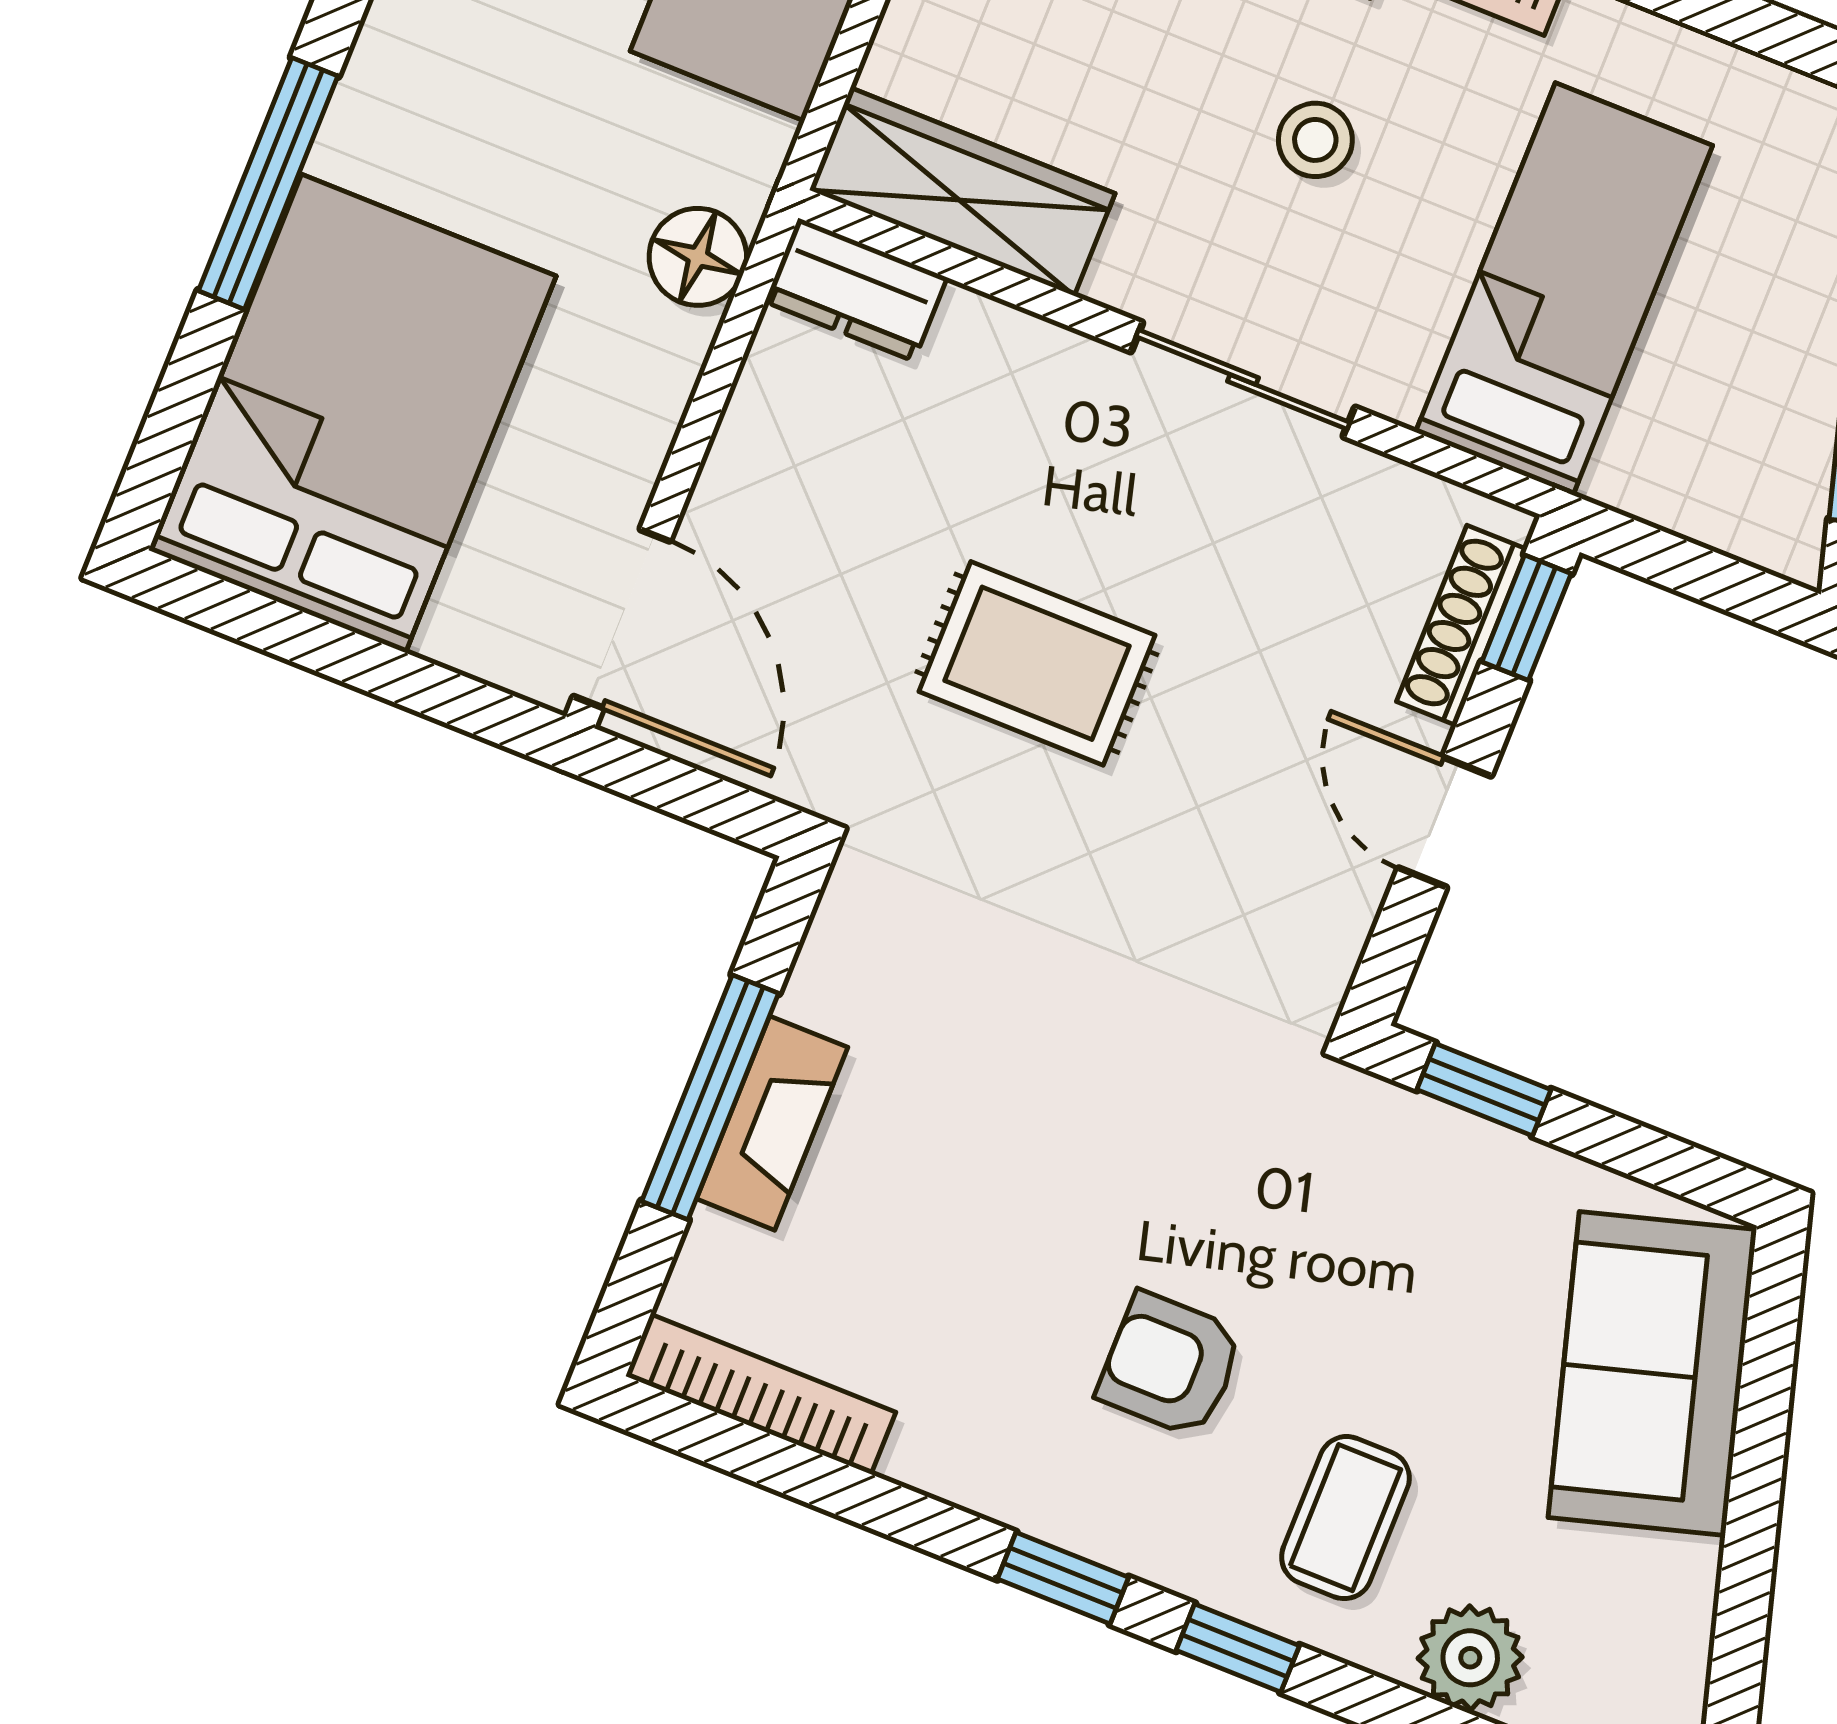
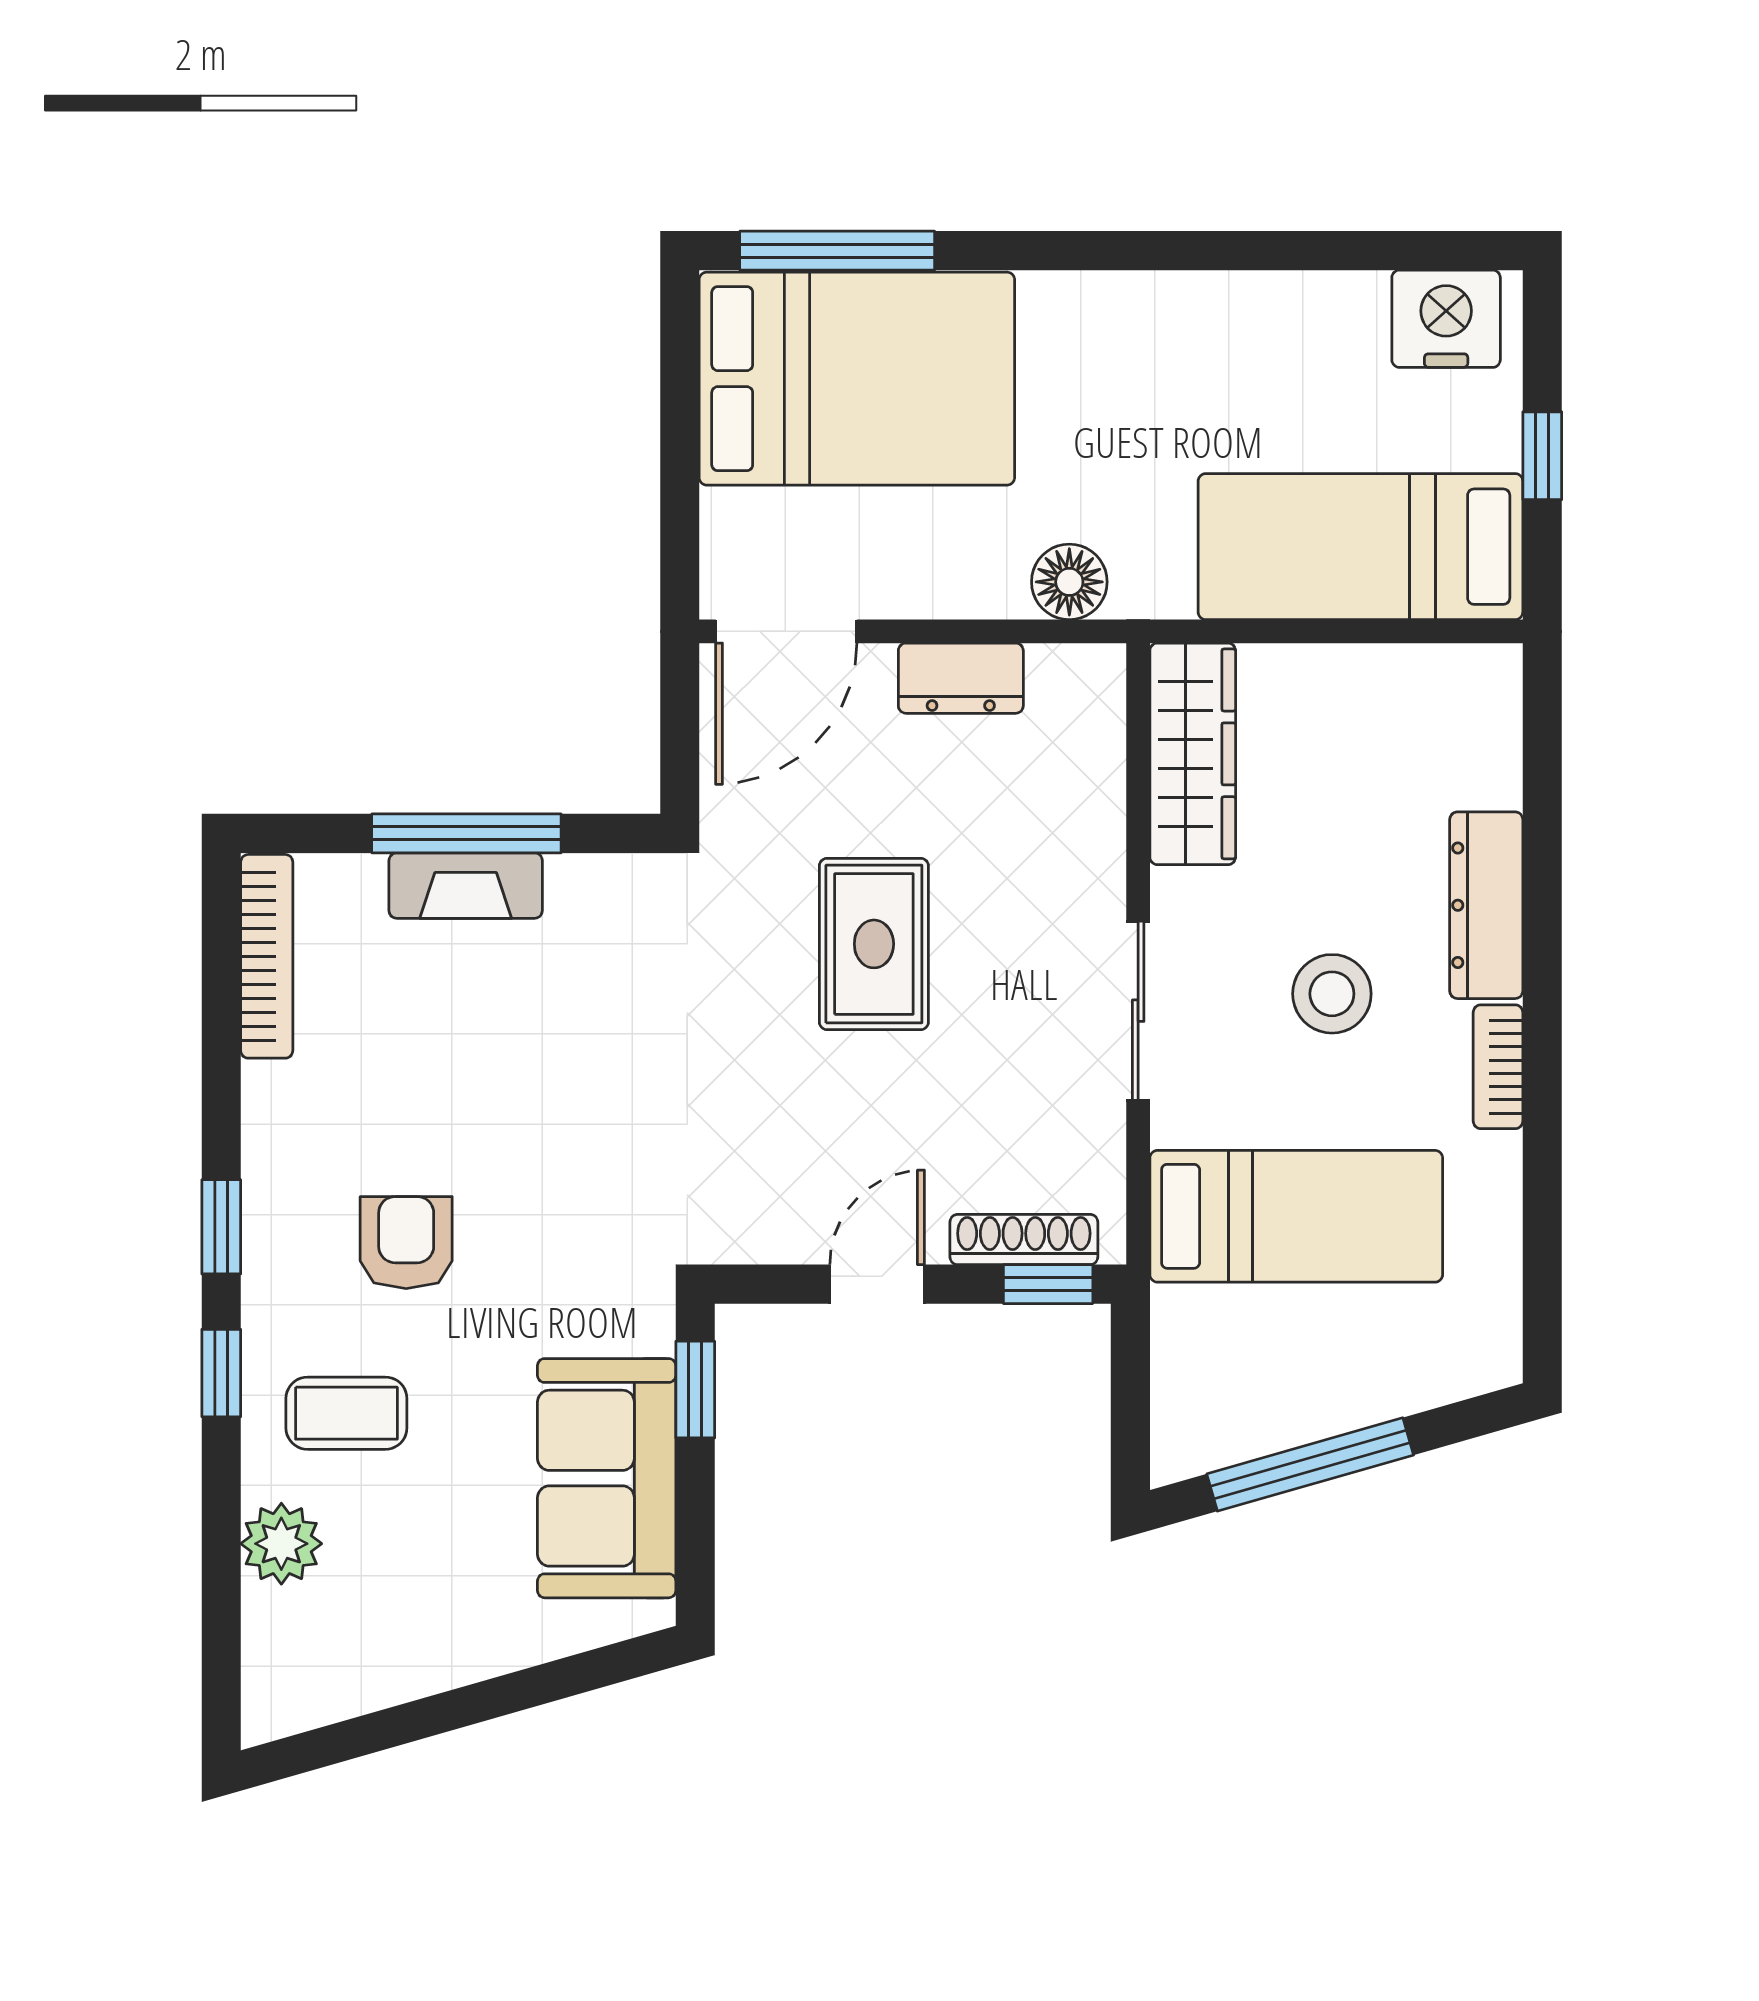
stool: (1315, 140) -> (1332, 994), width x1.37, depth x1.37
window: (268, 183) -> (837, 251), moved
dresser: (856, 290) -> (961, 678), moved, turned -90
sofa: (1652, 1373) -> (607, 1478), moved, turned -74

